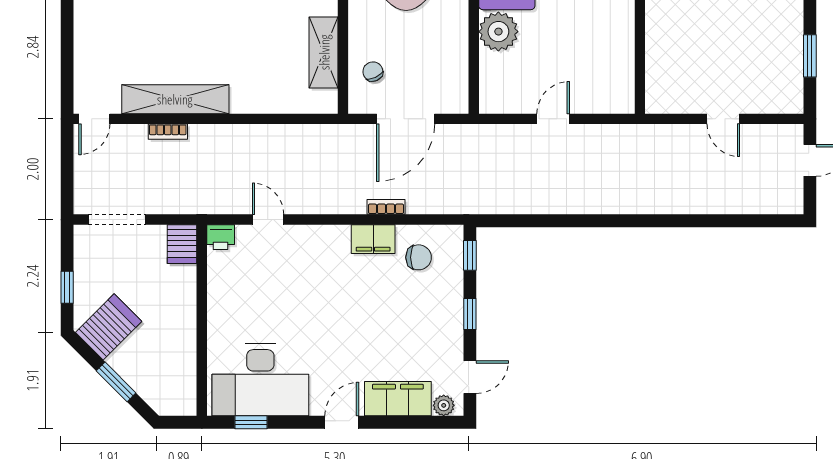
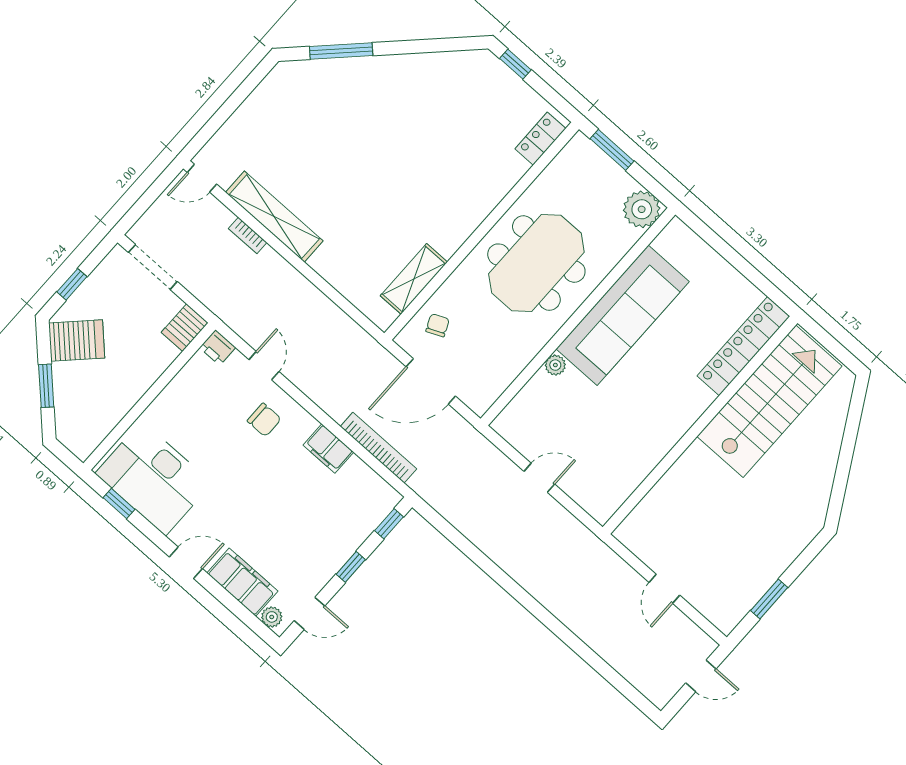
plant: (498, 32) -> (555, 365), width x0.53, depth x0.53
bookcase: (386, 207) -> (378, 448), width x2.31, depth x1.31
chair: (419, 257) -> (264, 420), moved

